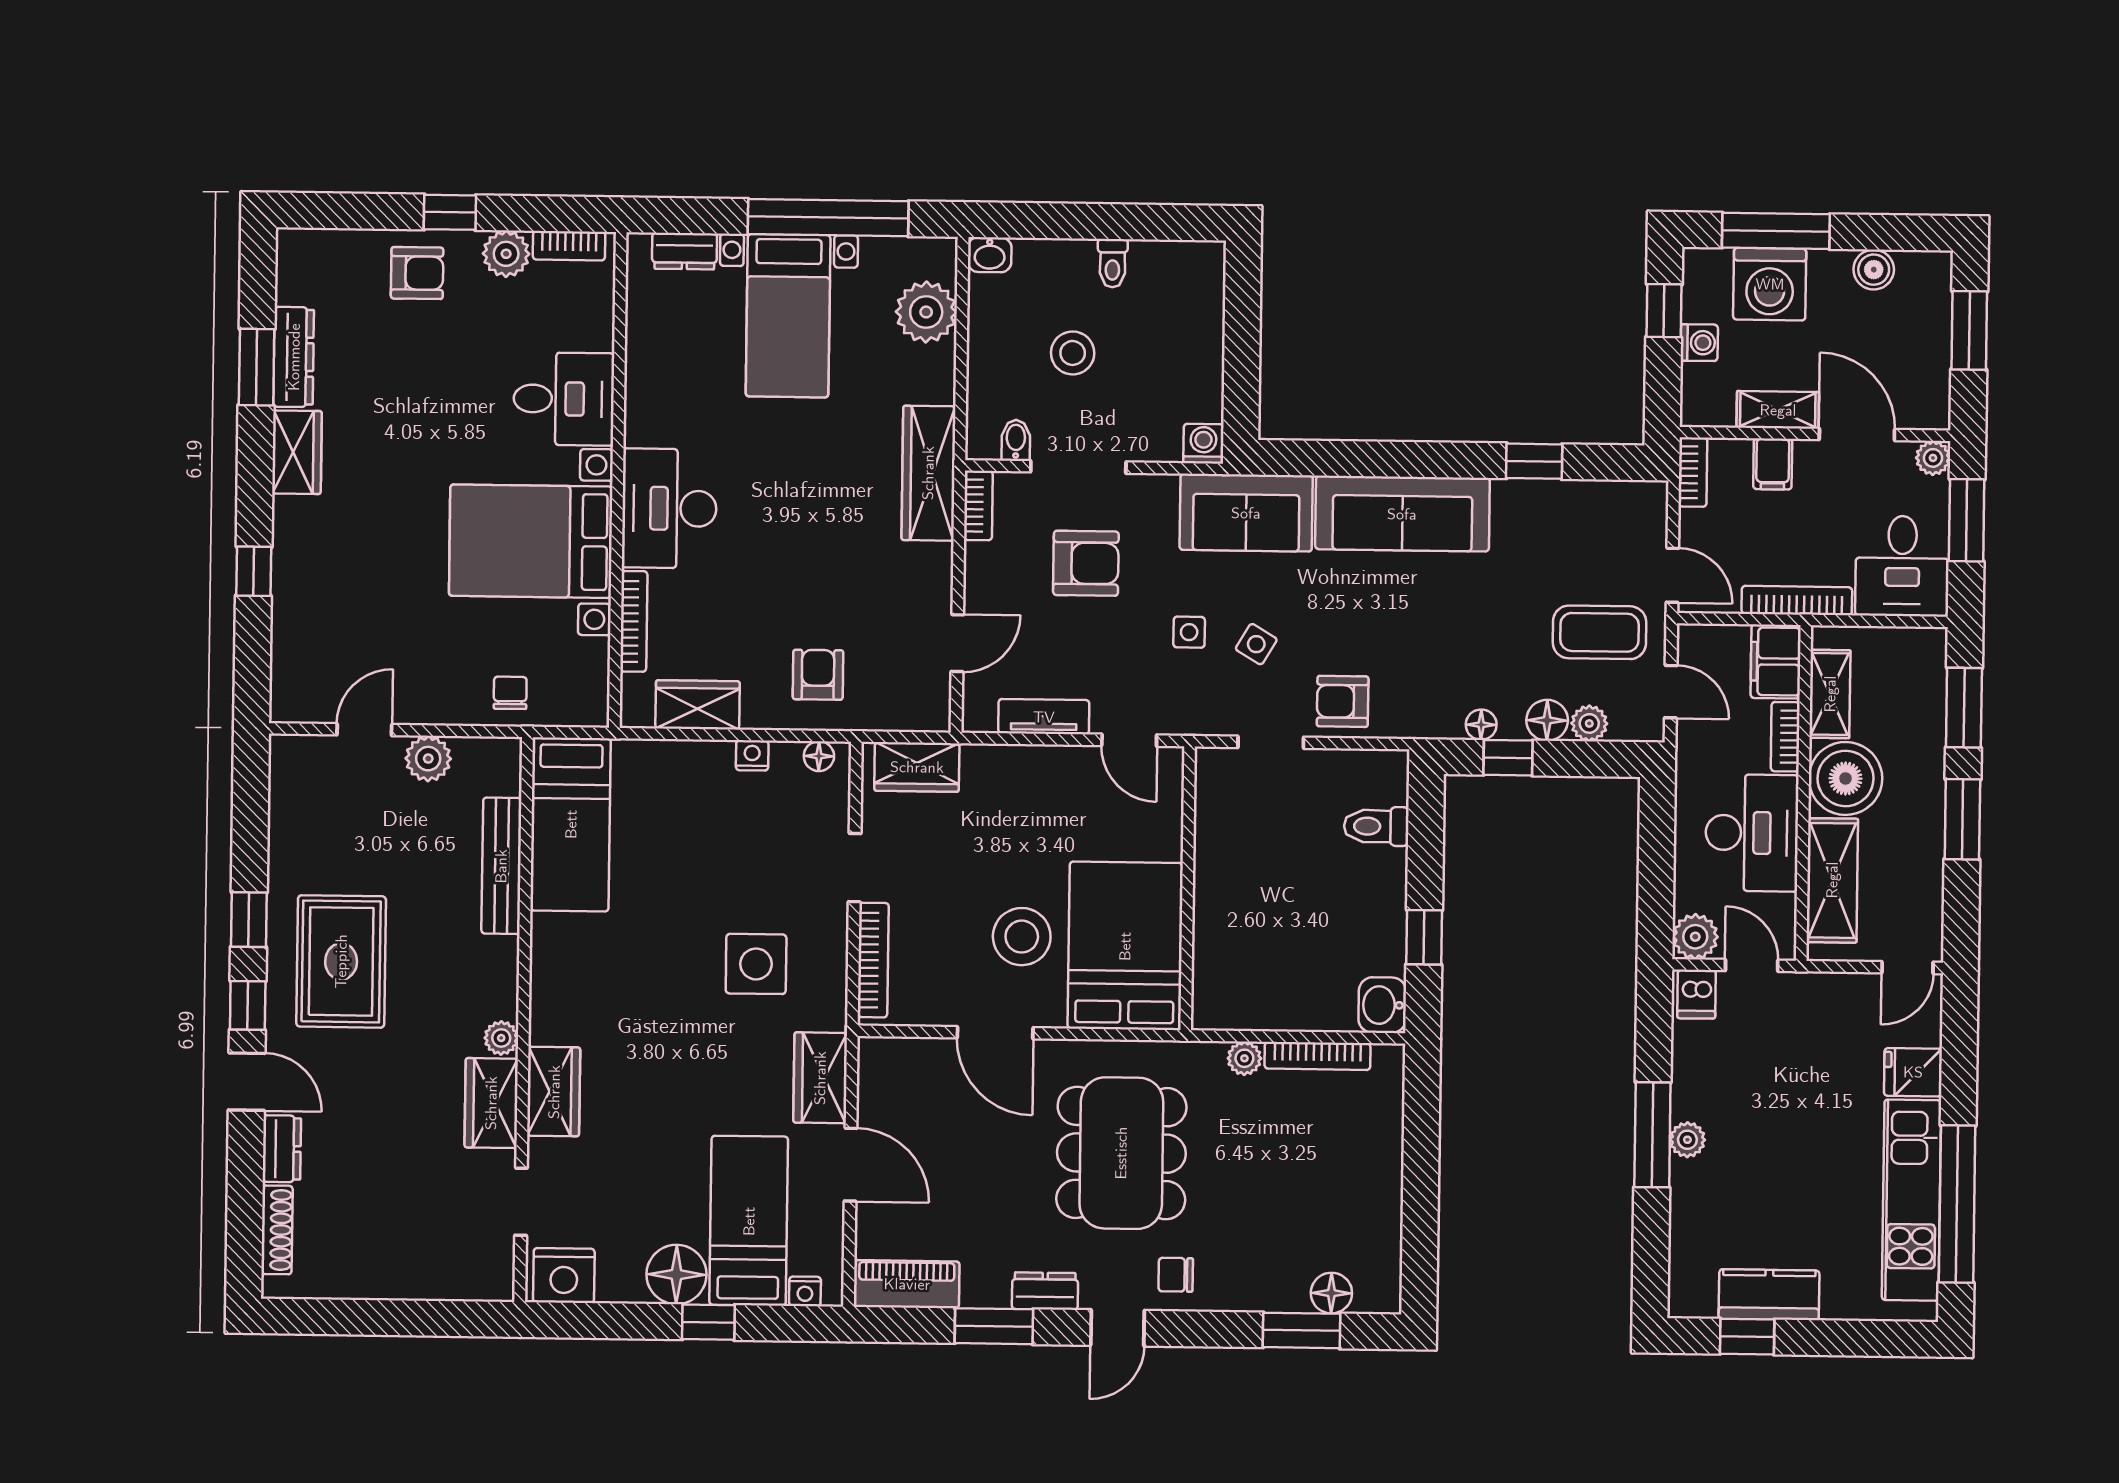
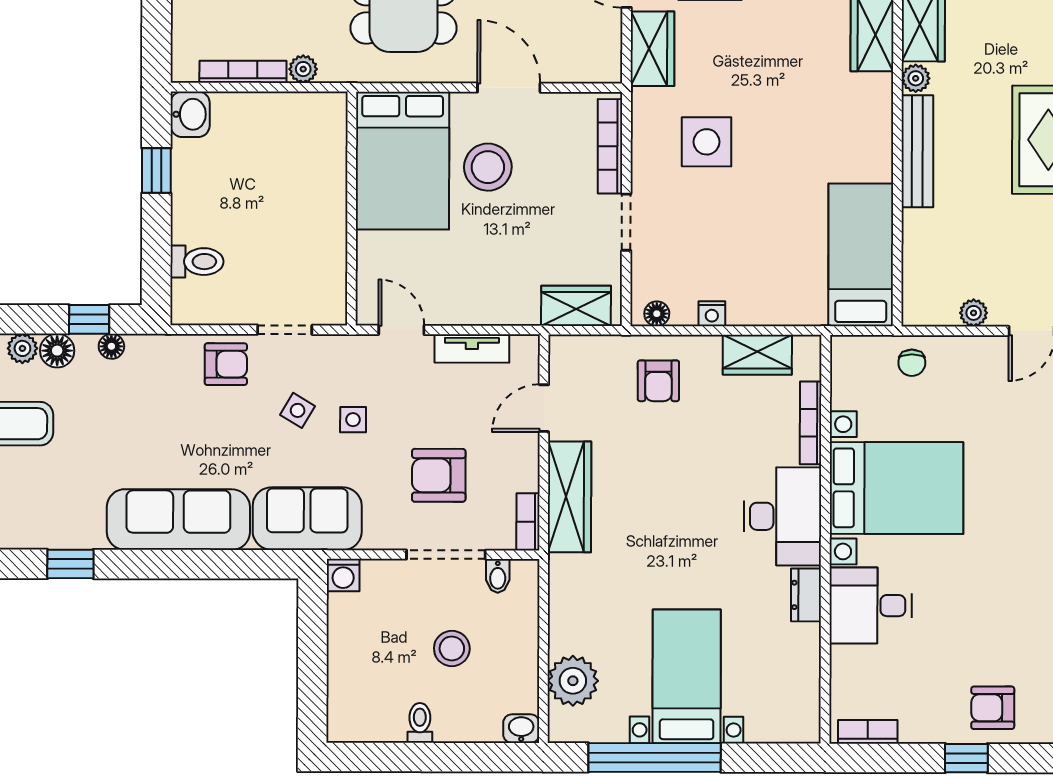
dresser: (685, 251) -> (806, 595), moved, turned -90
plant: (506, 254) -> (920, 724), removed
wardrobe: (928, 473) -> (569, 497), moved
plant: (428, 759) -> (974, 313), width x0.73, depth x0.73
bench: (501, 866) -> (917, 151), moved

